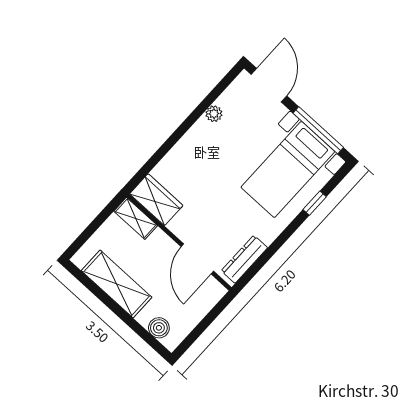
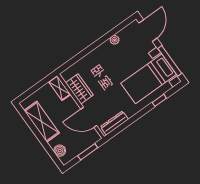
wardrobe: (156, 200) -> (79, 89), moved
door: (197, 259) -> (89, 117), hinge flipped
window: (208, 320) -> (88, 152), added

